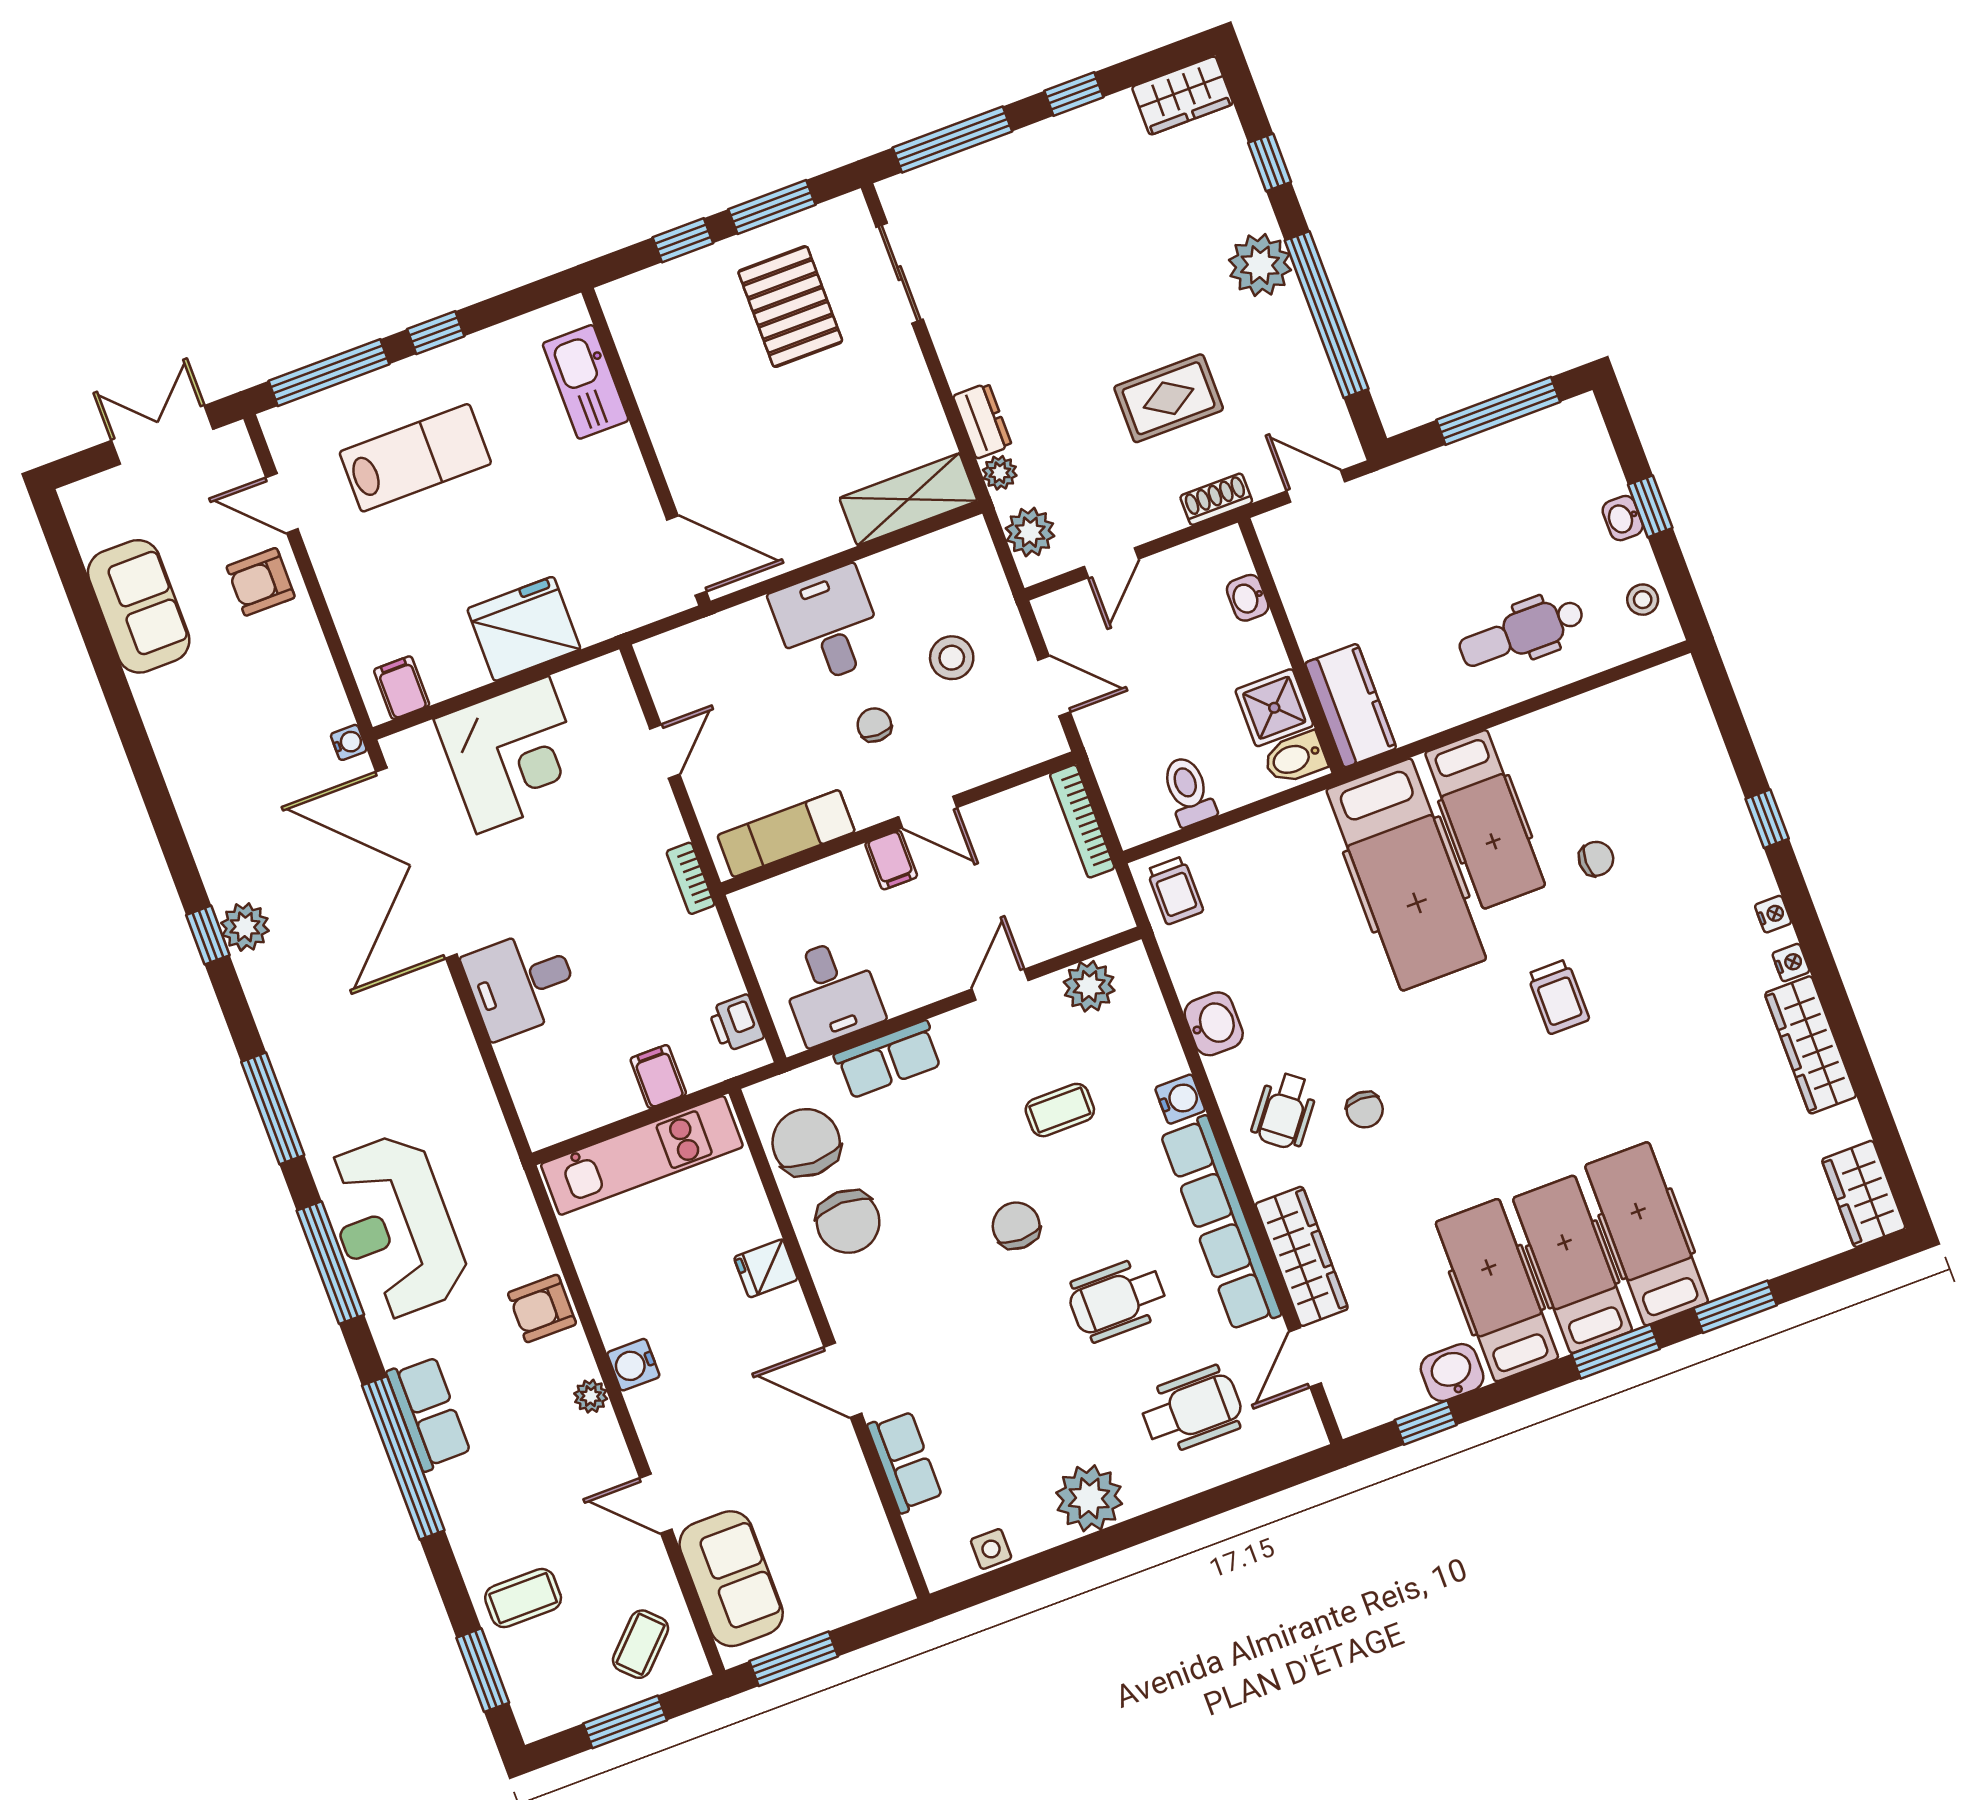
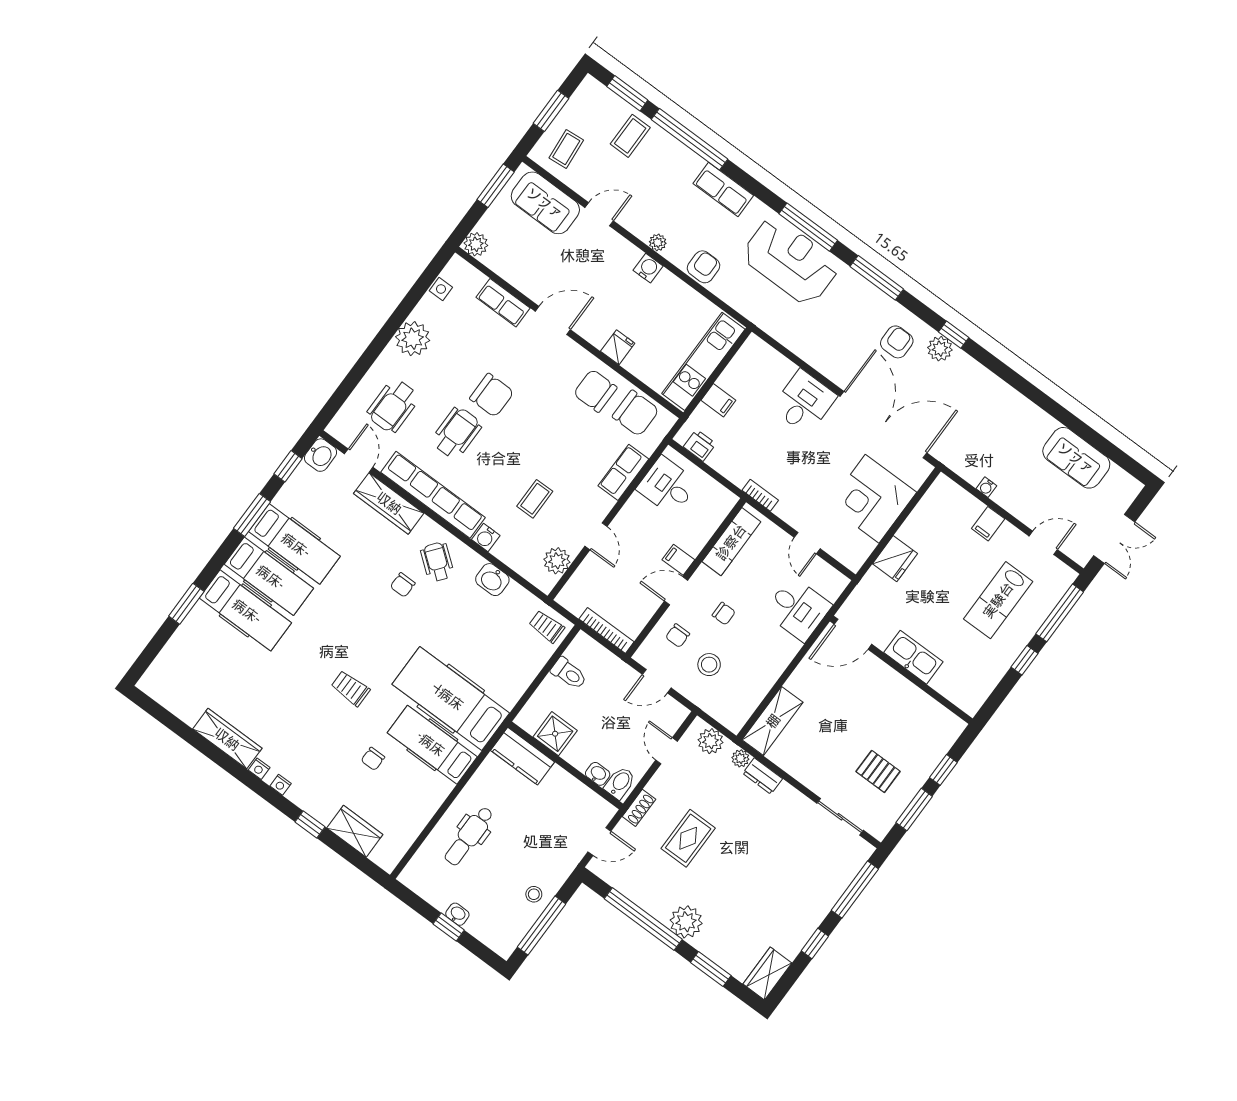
window: (1270, 162) -> (711, 969), width x1.50
pallet: (790, 307) -> (878, 771), width x0.67, depth x0.71
kitchen sink: (586, 382) -> (913, 657), moved
armchair: (261, 582) -> (897, 342), moved
stool: (1643, 600) -> (534, 894), moved
desk: (828, 625) -> (798, 609), moved
fridge: (524, 629) -> (895, 559), width x0.73, depth x0.75
dental chair: (1522, 633) -> (469, 836), turned 180
filing cabinet: (402, 688) -> (988, 524), moved, turned 90
chair: (972, 738) -> (678, 636), added
water cooler: (349, 742) -> (986, 487), moved
bidet: (1295, 758) -> (620, 783), moved
chair: (1365, 1110) -> (403, 585), turned -90
wardrobe: (1864, 1194) -> (355, 831), moved
chair: (1016, 1226) -> (492, 395), moved, width x1.37, depth x1.37
window: (1616, 1352) -> (252, 515), moved
washbasin: (1452, 1373) -> (321, 455), moved
window: (403, 1458) -> (689, 139), moved
plant: (887, 1585) -> (476, 244), added
coffee table: (640, 1644) -> (566, 149), turned 40

